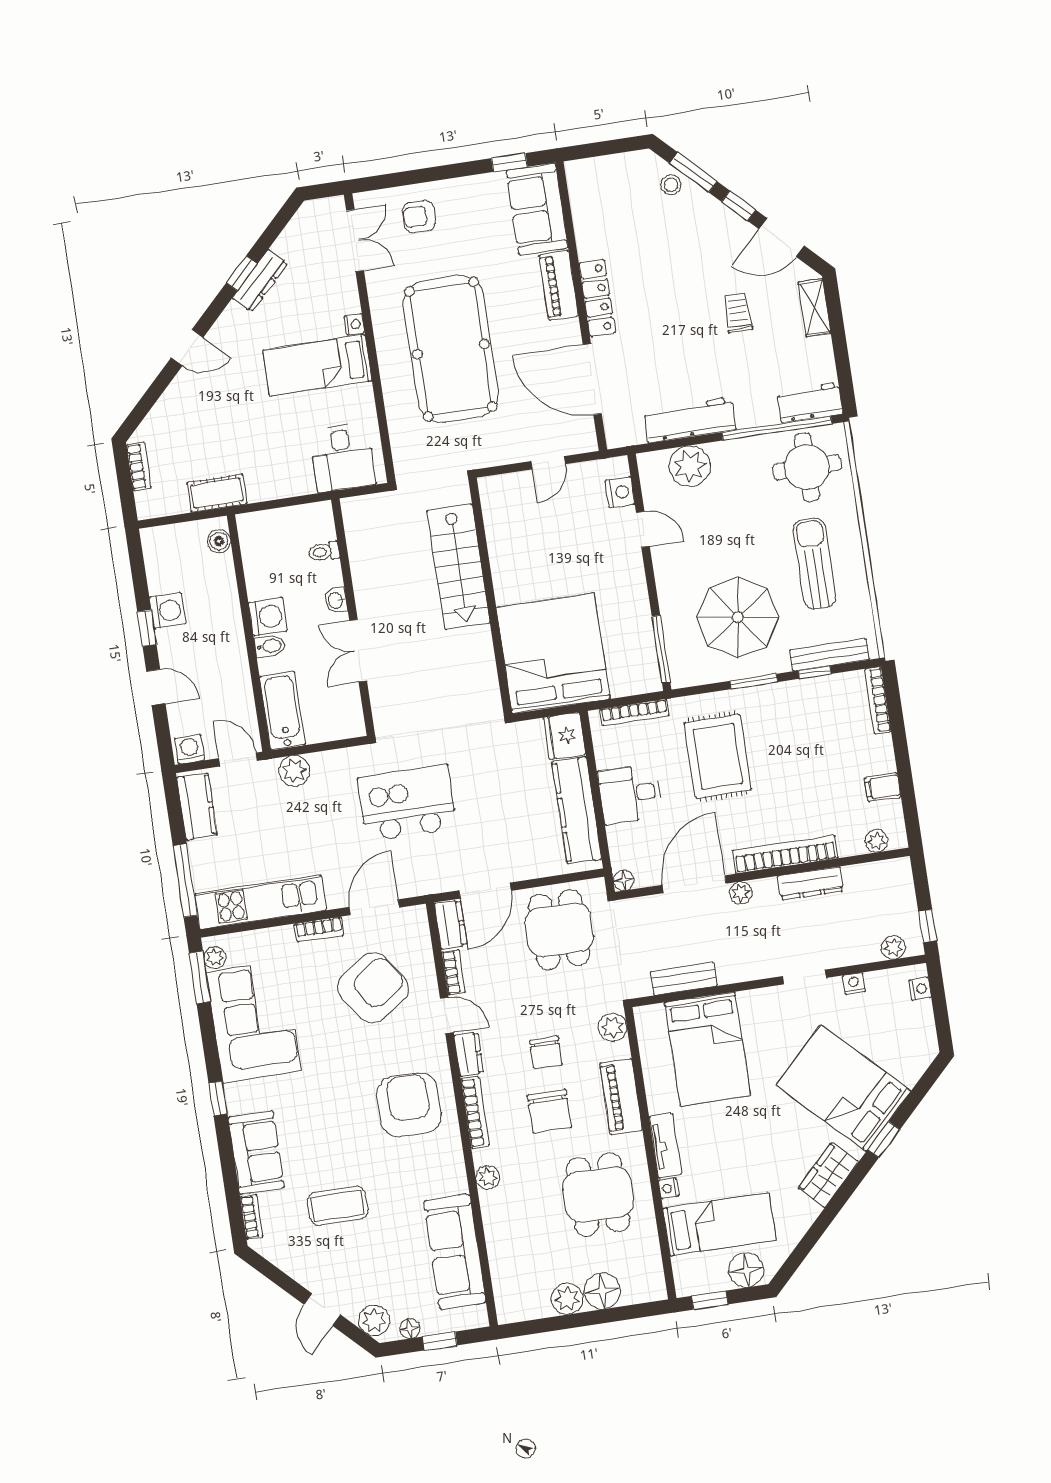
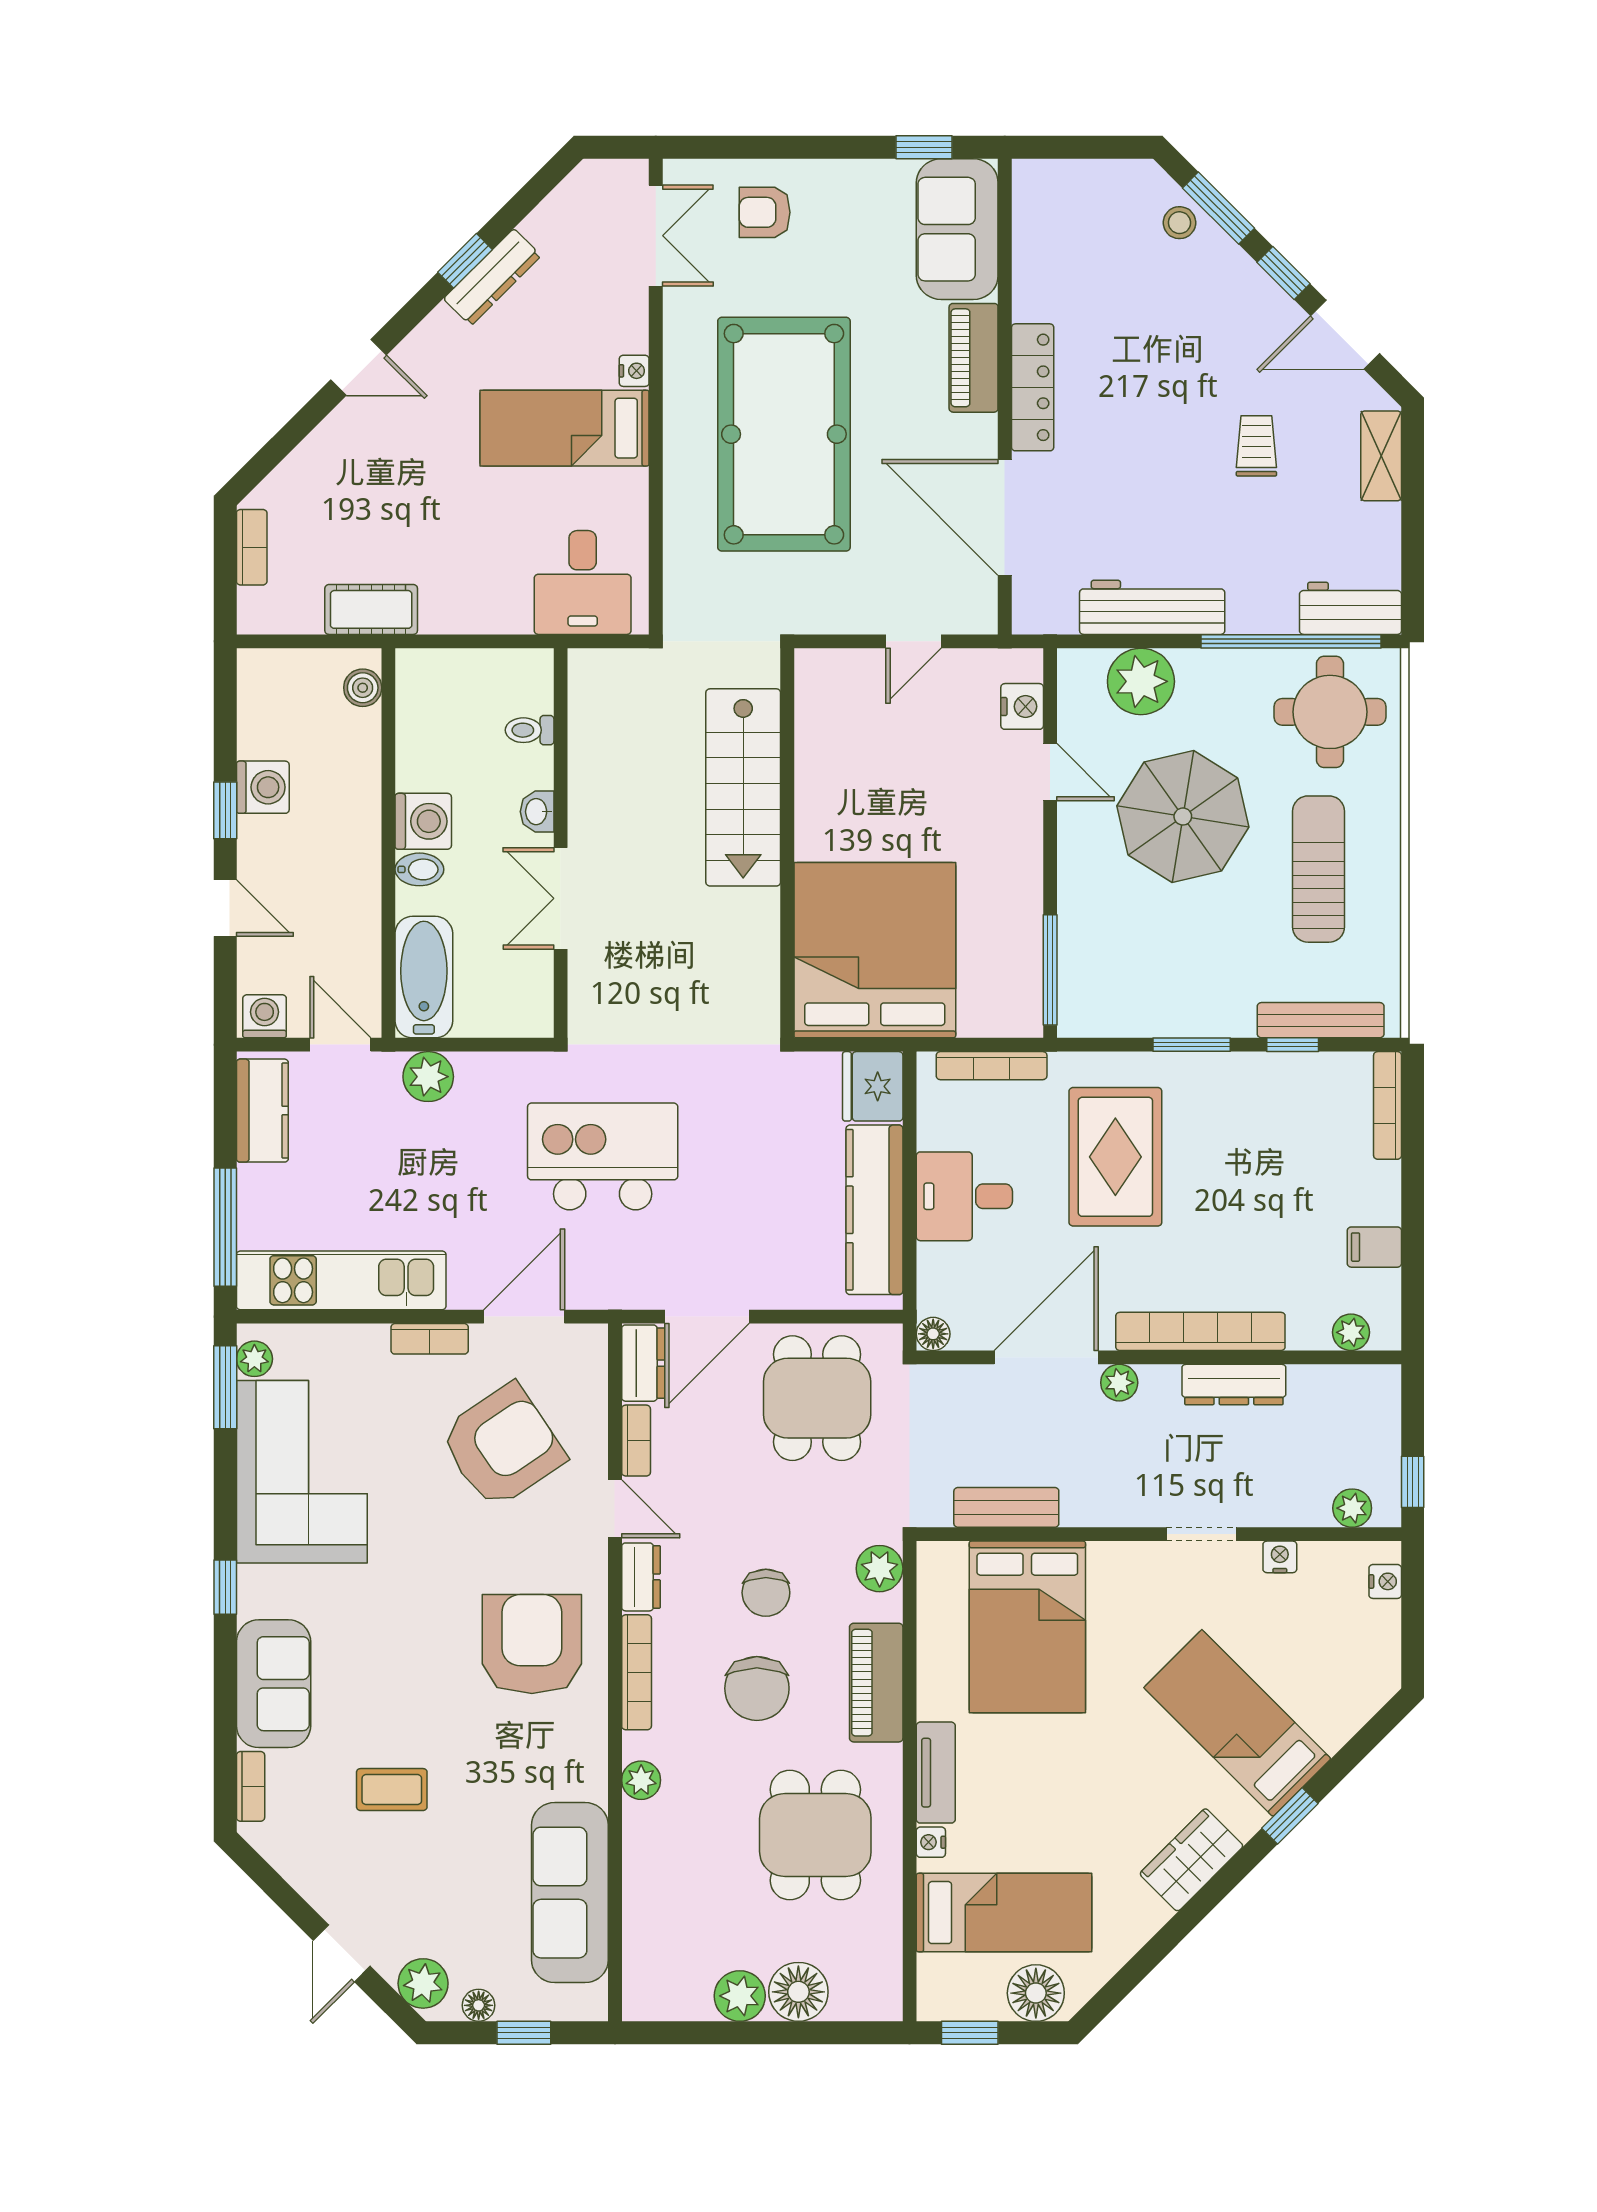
parasol: (738, 617) -> (1183, 817), moved
bed: (843, 1088) -> (1237, 1723), width x0.67
coffee table: (337, 1206) -> (392, 1790), width x0.73, depth x0.77

